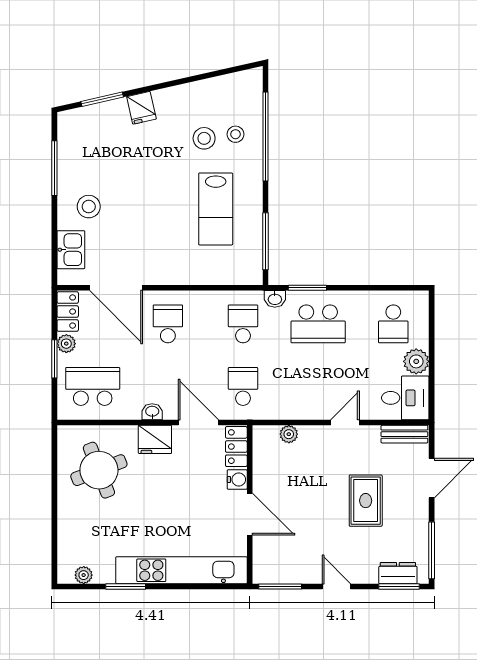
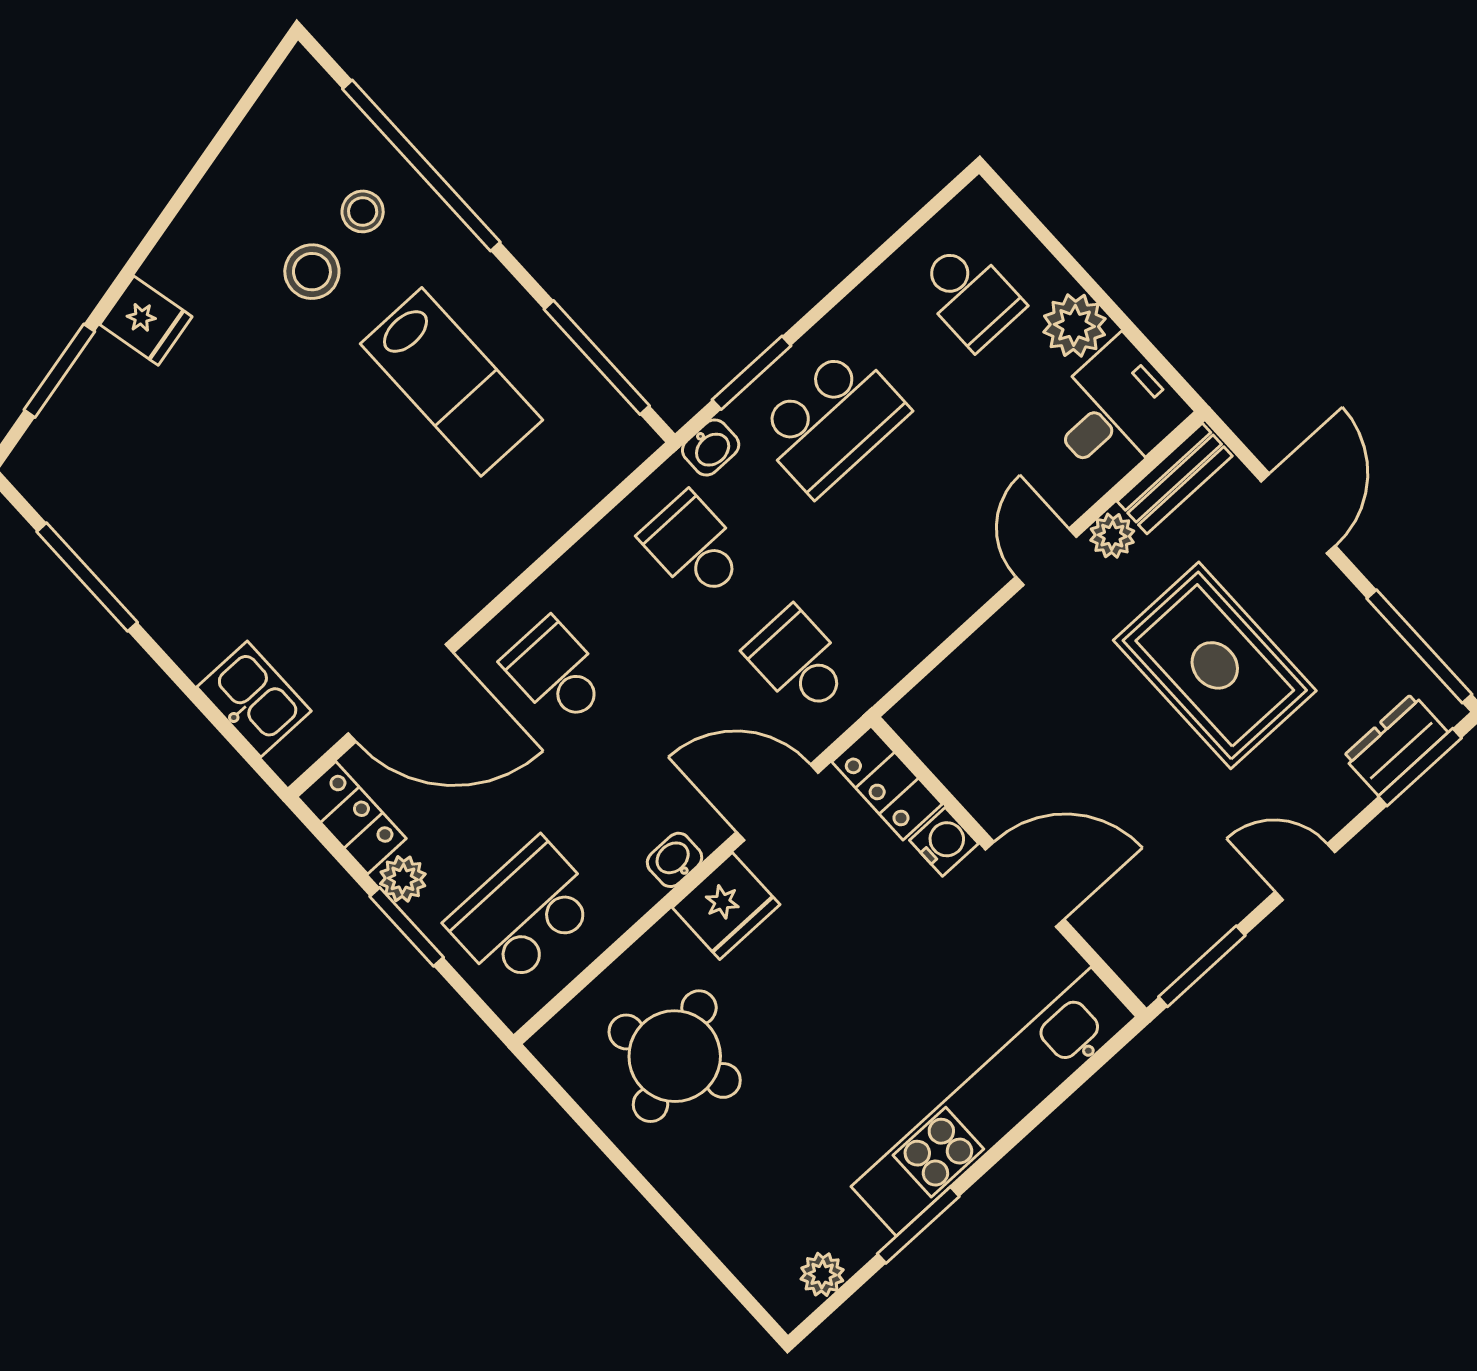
stool: (89, 207) -> (215, 590), removed
plant: (289, 434) -> (1112, 536), moved
rug: (366, 501) -> (1215, 665), width x1.36, depth x1.43

